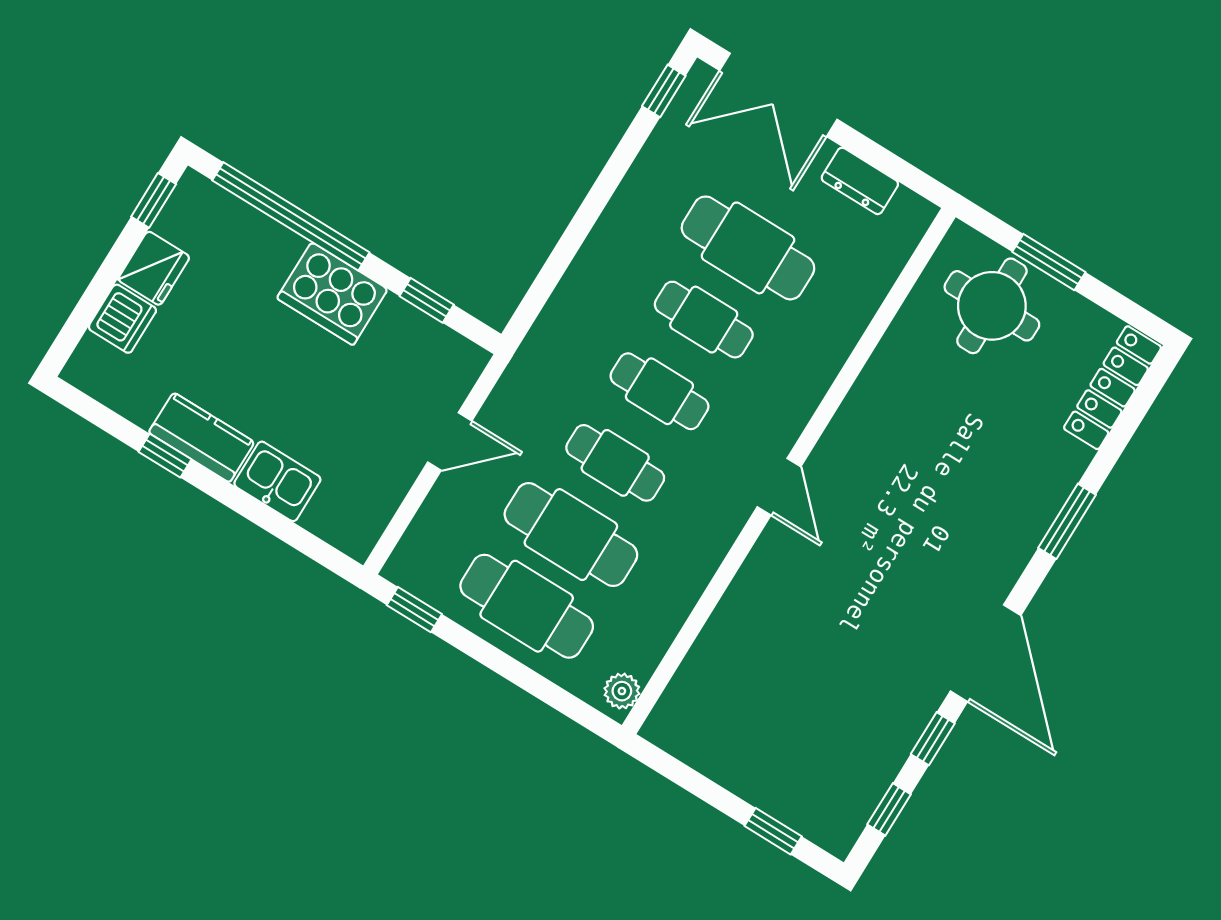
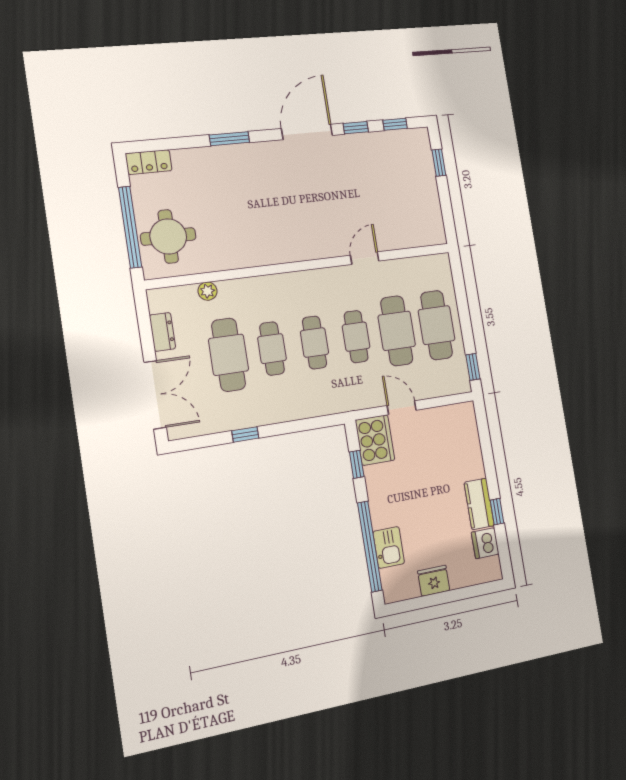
window: (664, 91) -> (245, 434), moved
window: (154, 200) -> (409, 605), removed
window: (1049, 262) -> (130, 227), width x2.11
cooker: (332, 294) -> (375, 440), moved
dishwasher: (122, 319) -> (485, 543), moved, turned -90
locker: (1113, 388) -> (149, 162), width x0.66
kitchen sink: (277, 481) -> (389, 547), moved, turned 180
door: (779, 487) -> (365, 258), moved
plant: (622, 691) -> (208, 291), moved

